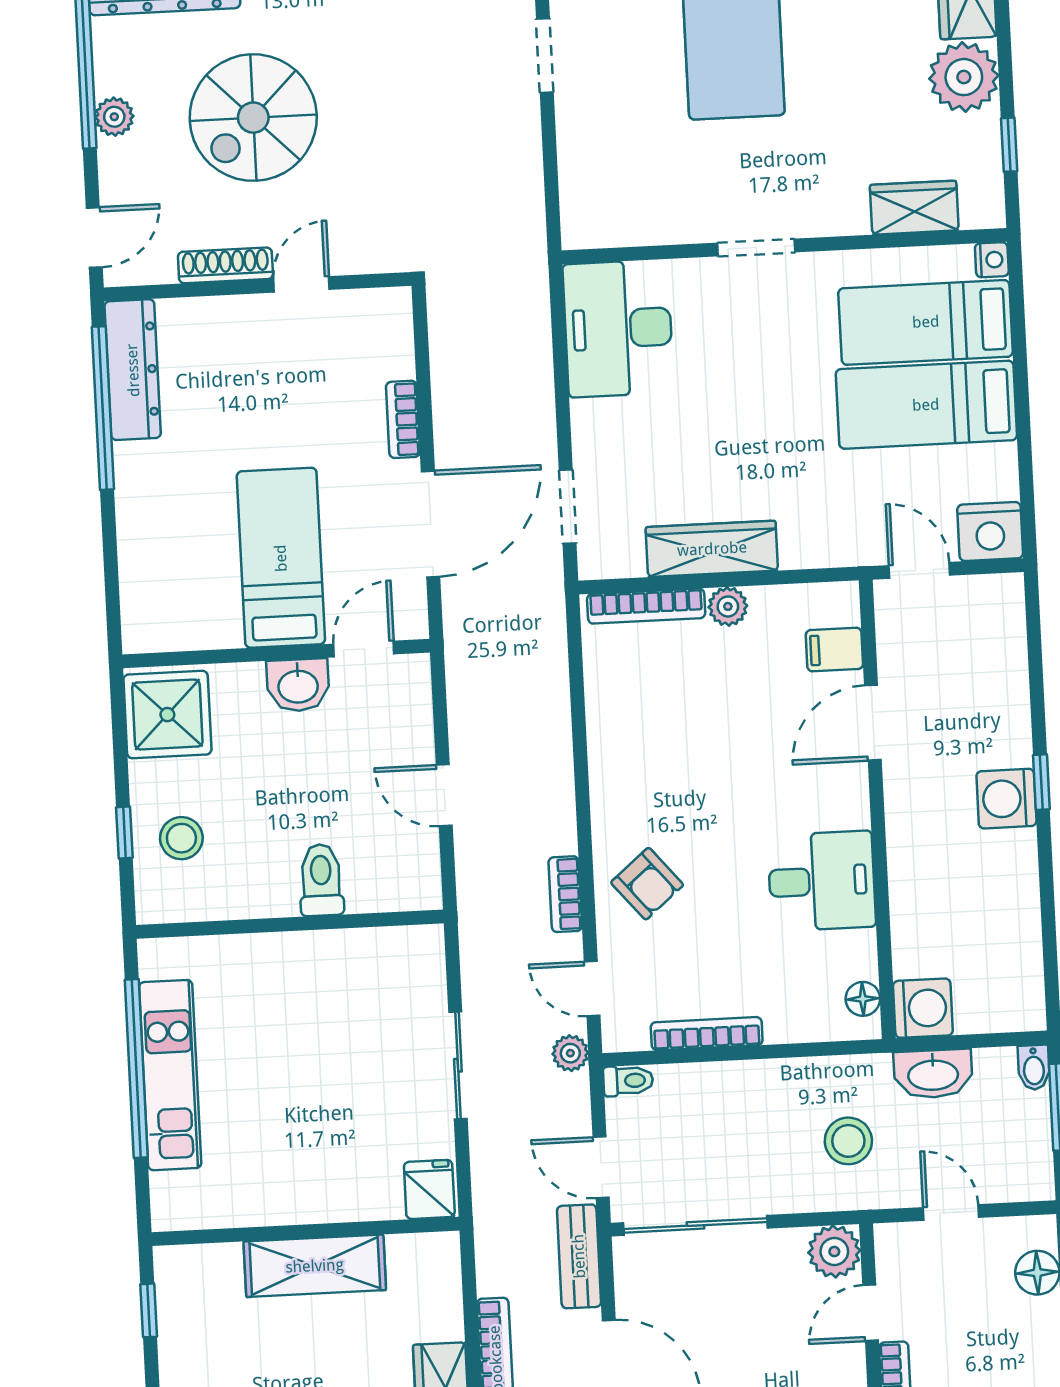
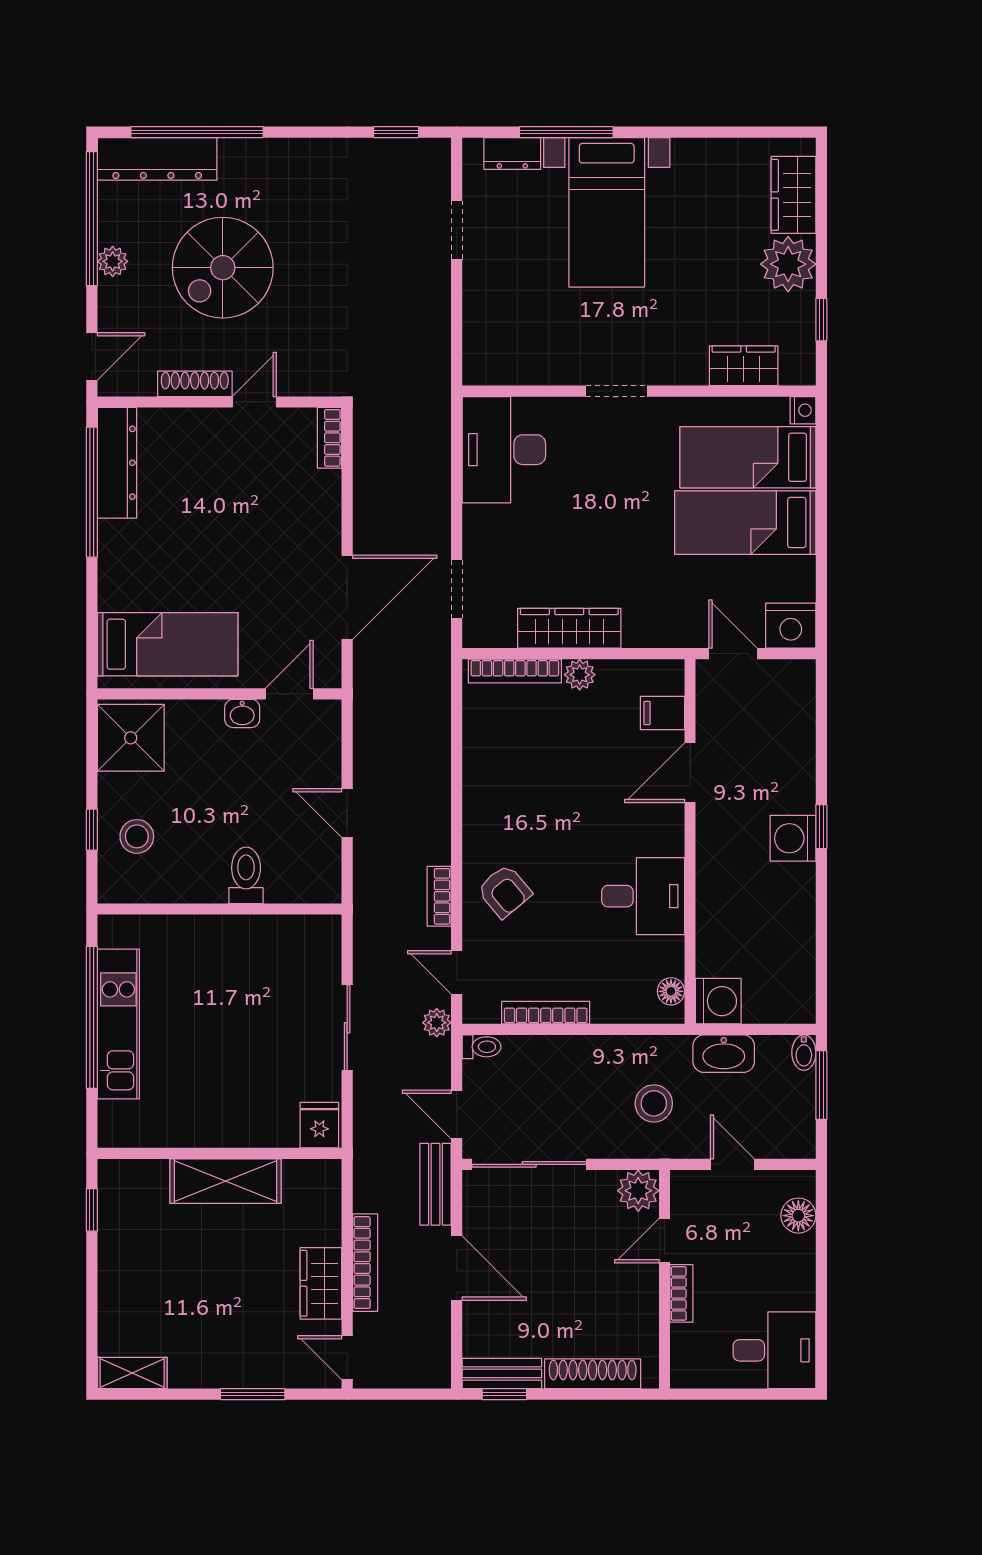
bookcase: (403, 419) -> (330, 438), moved
bed: (281, 558) -> (168, 644), moved, turned 90
washbasin: (298, 685) -> (242, 713), width x0.72, depth x0.69

